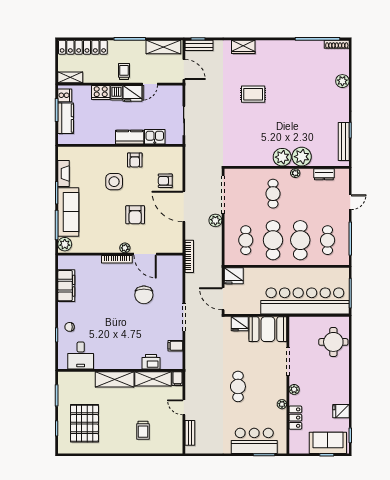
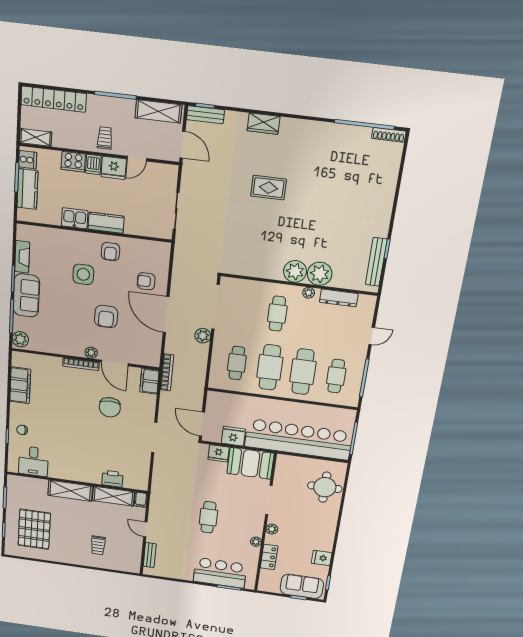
plant: (342, 81) -> (388, 185), removed
kitchen sink: (155, 137) -> (75, 218), moved
dresser: (324, 174) -> (339, 298), width x1.44
sofa: (68, 212) -> (26, 295), width x0.73
fridge: (234, 276) -> (233, 436), moved, turned 180
filing cabinet: (175, 346) -> (149, 381), moved, width x2.00

